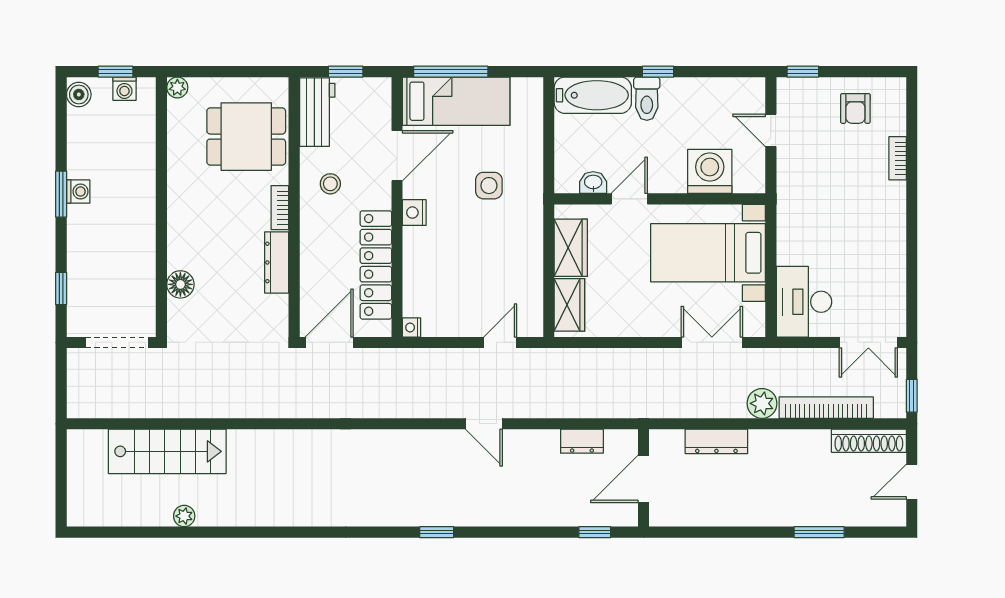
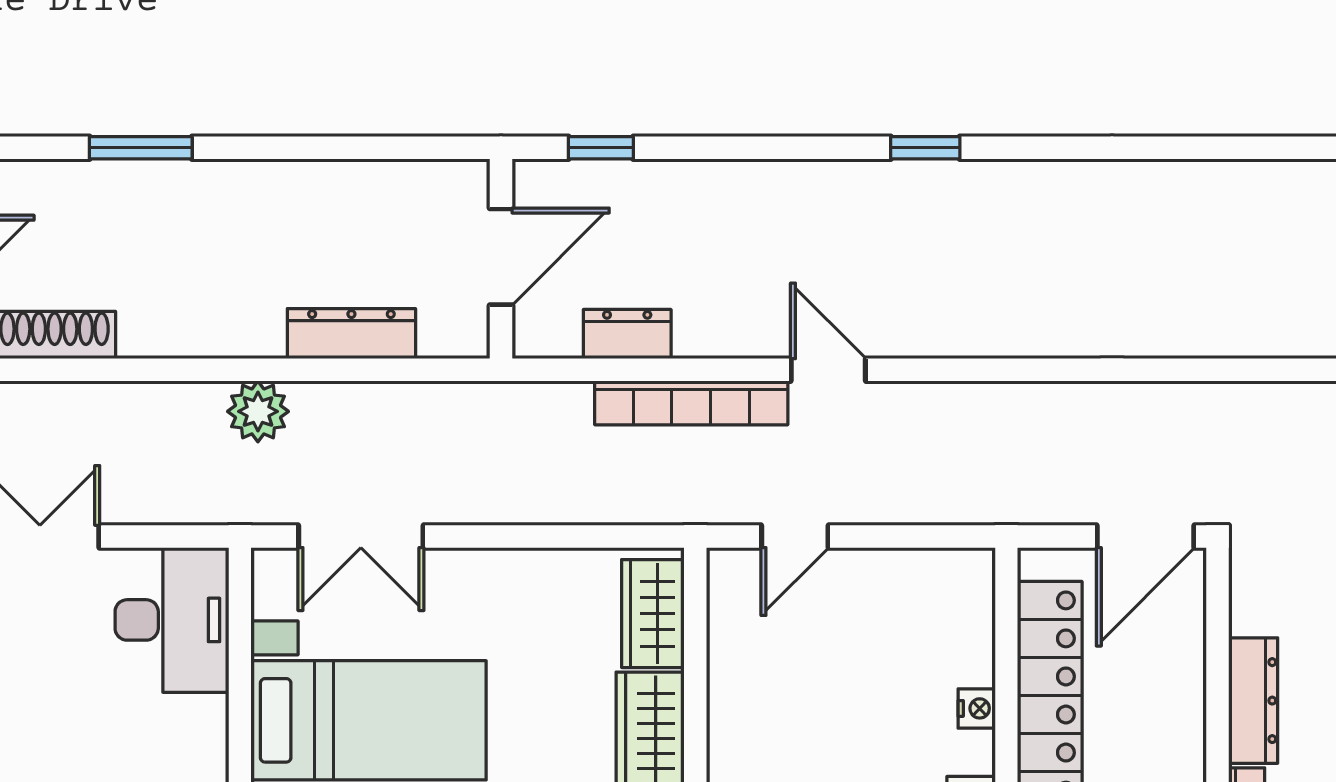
nightstand: (412, 327) -> (977, 708), moved
bookcase: (826, 408) -> (691, 403), moved

